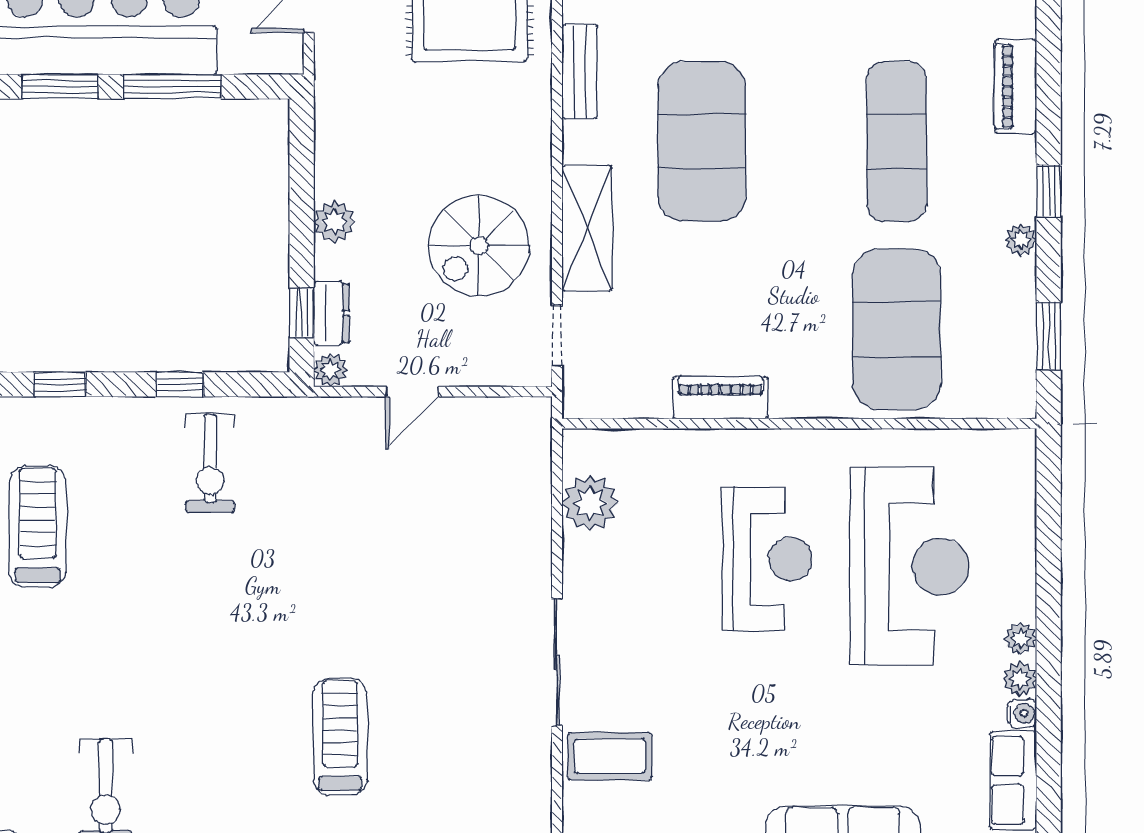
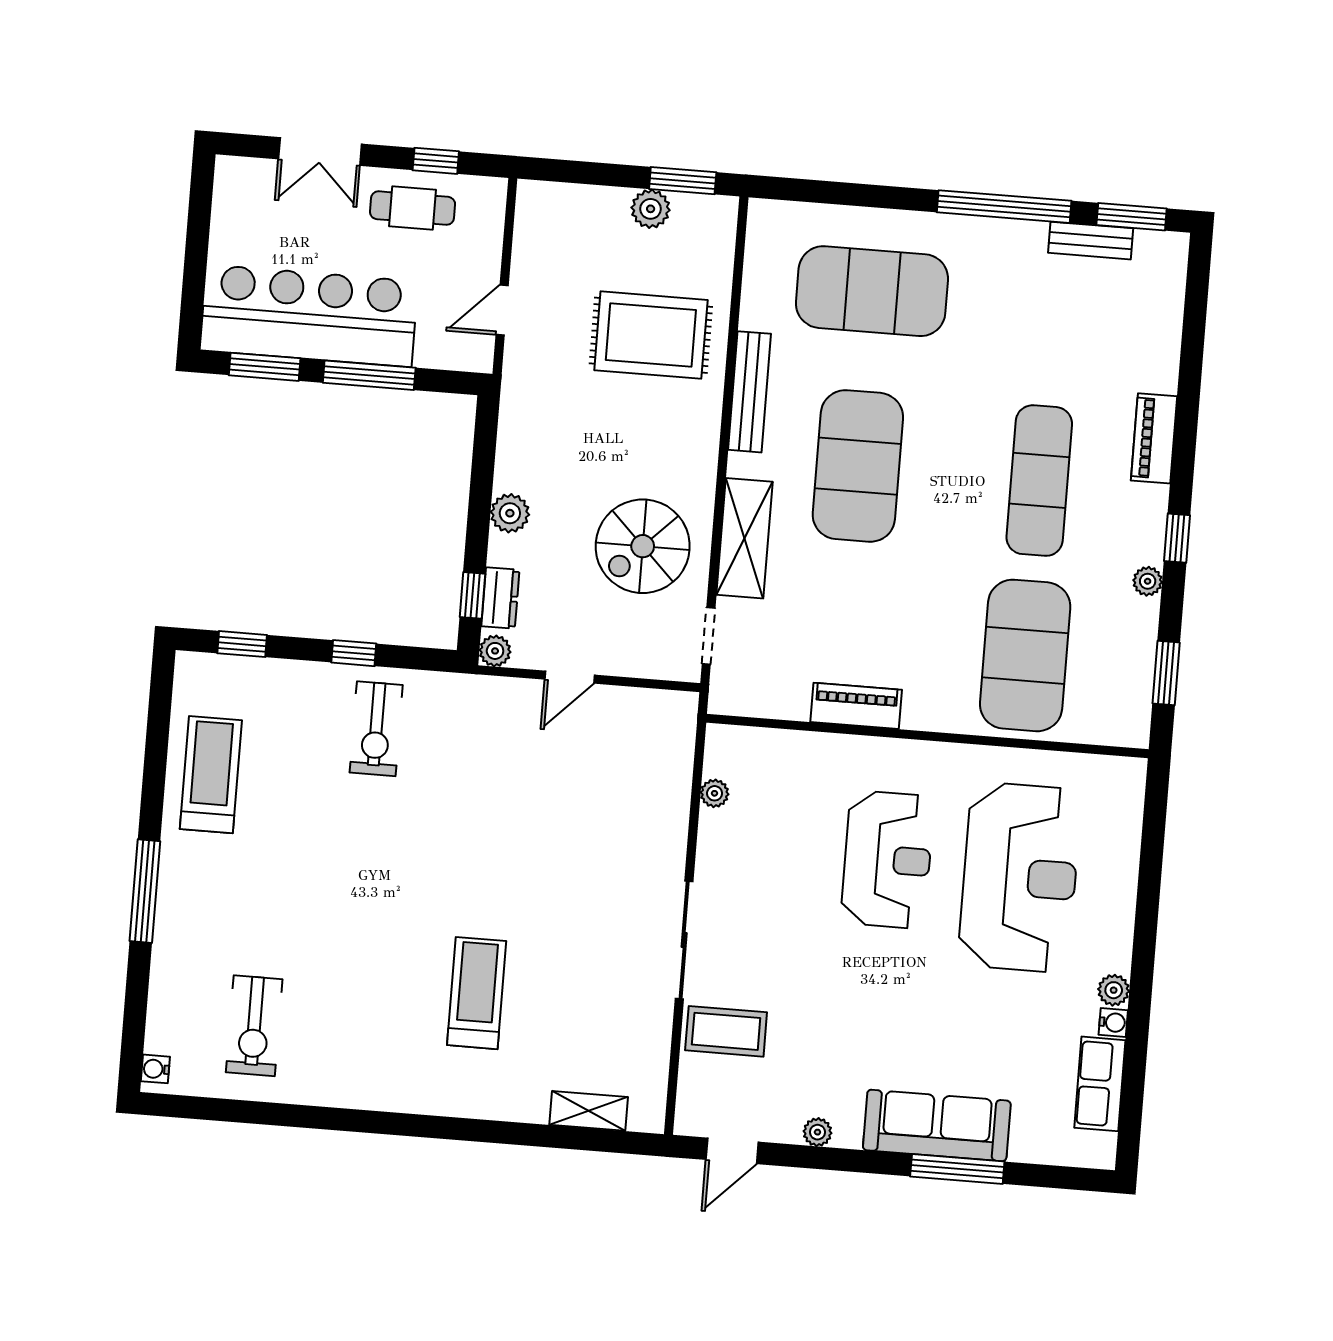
bench: (580, 72) -> (749, 392), width x1.36
plant: (590, 503) -> (715, 793), width x0.53, depth x0.53
plant: (1021, 638) -> (1117, 952), removed

